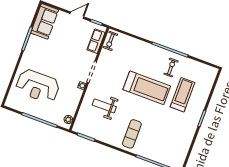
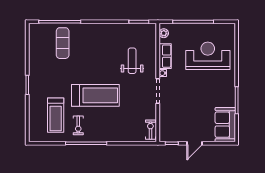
row of seats: (96, 41) -> (165, 56), moved
treadmill: (147, 88) -> (95, 95), turned 180
treadmill: (182, 95) -> (56, 115), moved
weight bench: (104, 106) -> (132, 61), turned -90
exercise mat: (132, 134) -> (63, 43), moved

